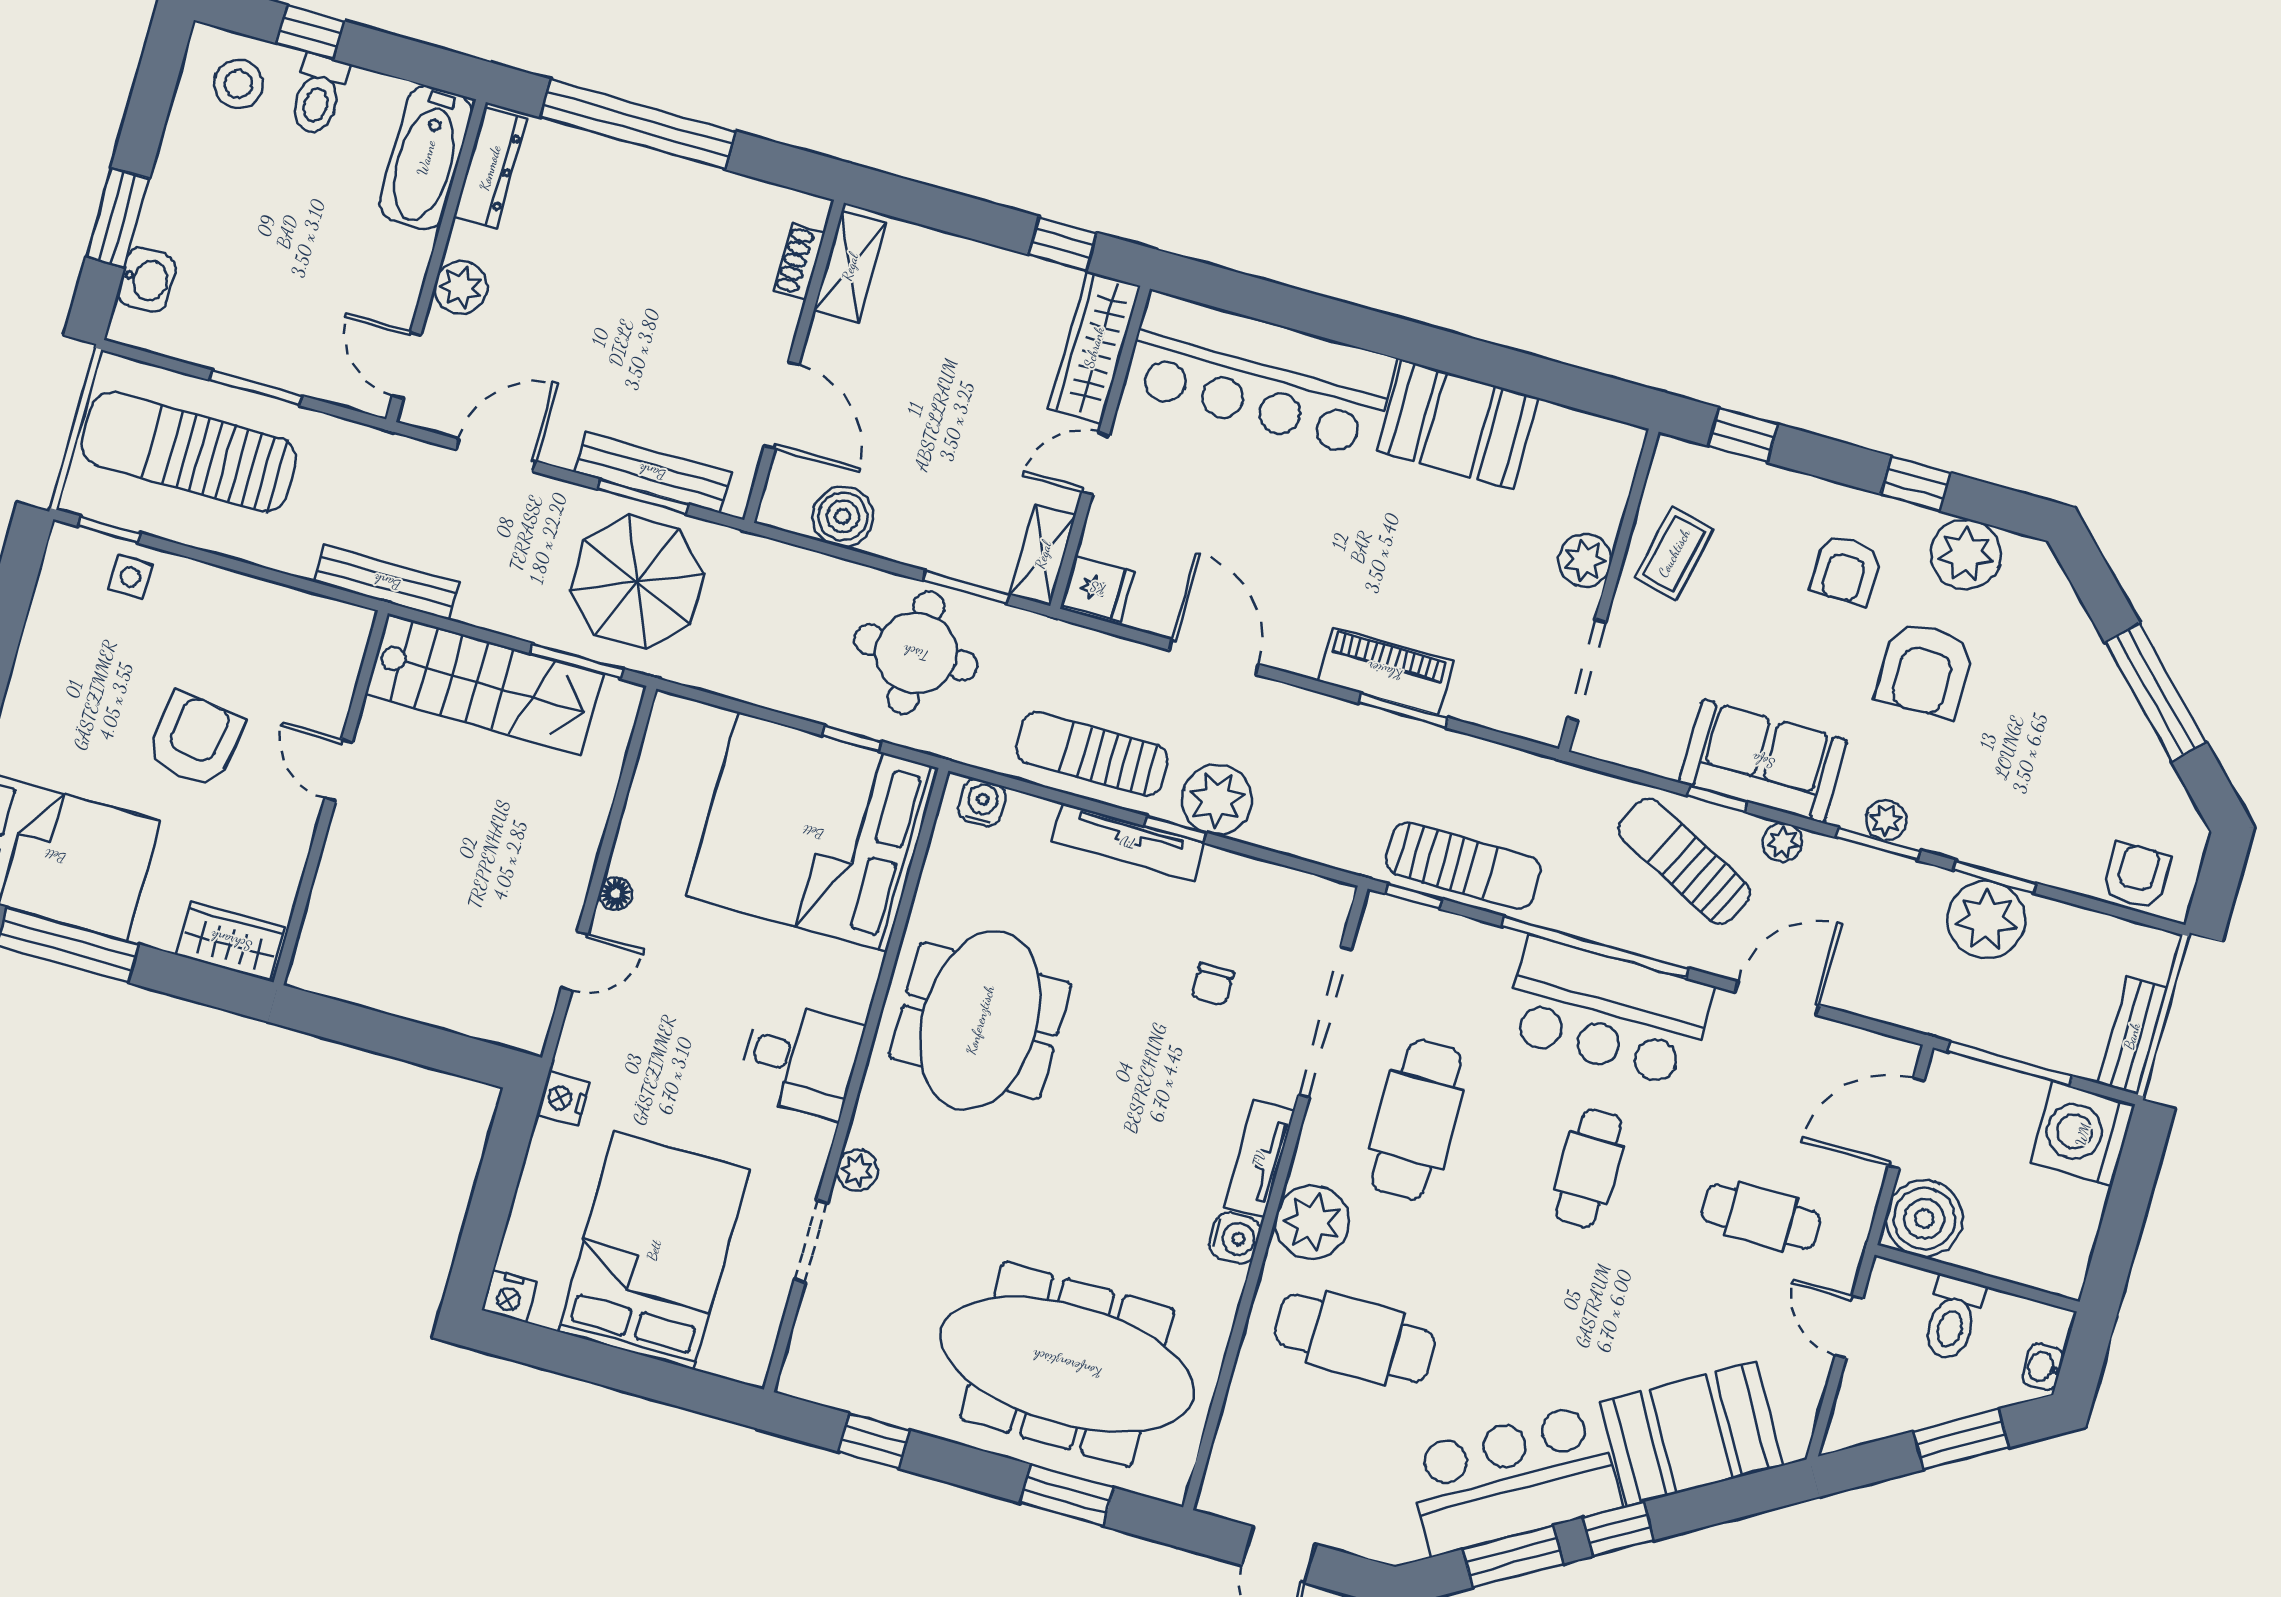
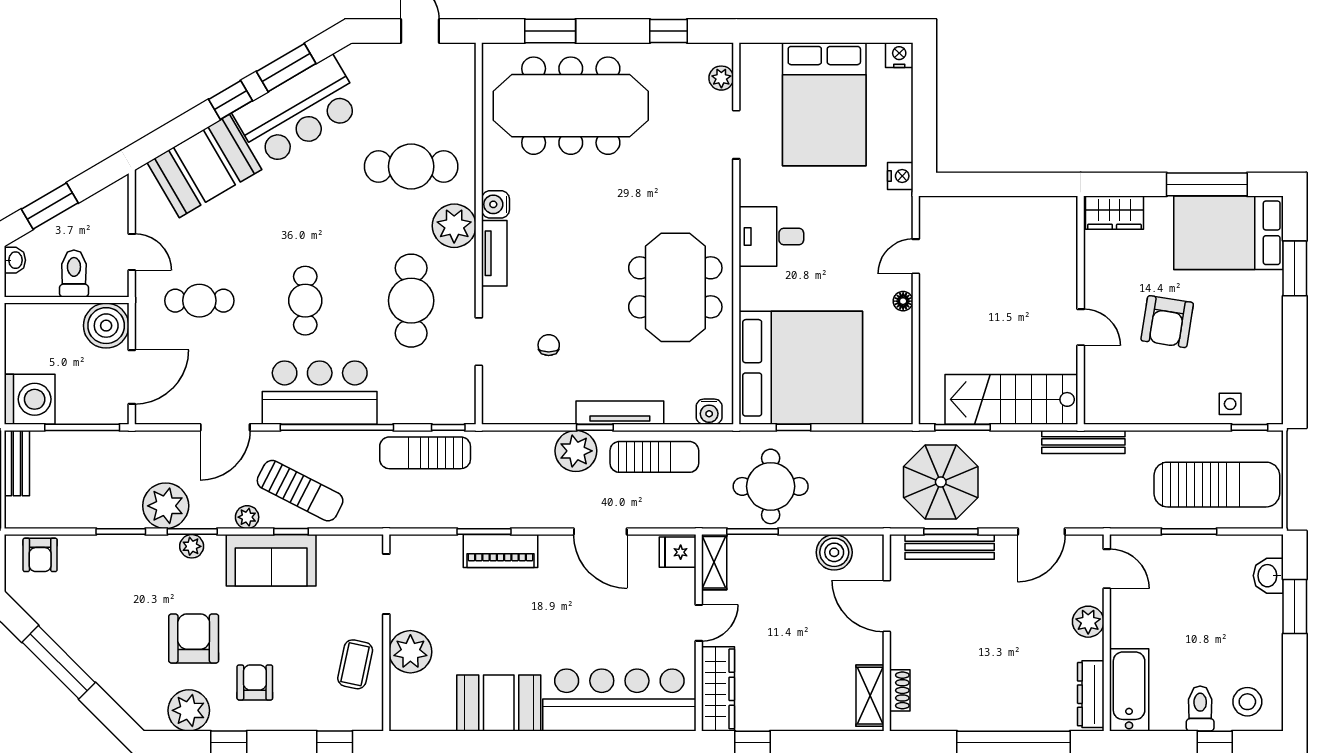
plant: (1585, 560) -> (410, 652), width x1.36, depth x1.36
plant: (1986, 920) -> (166, 506), moved
doorway: (1325, 1022) -> (479, 342), width x0.53
plant: (857, 1170) -> (721, 78), moved

